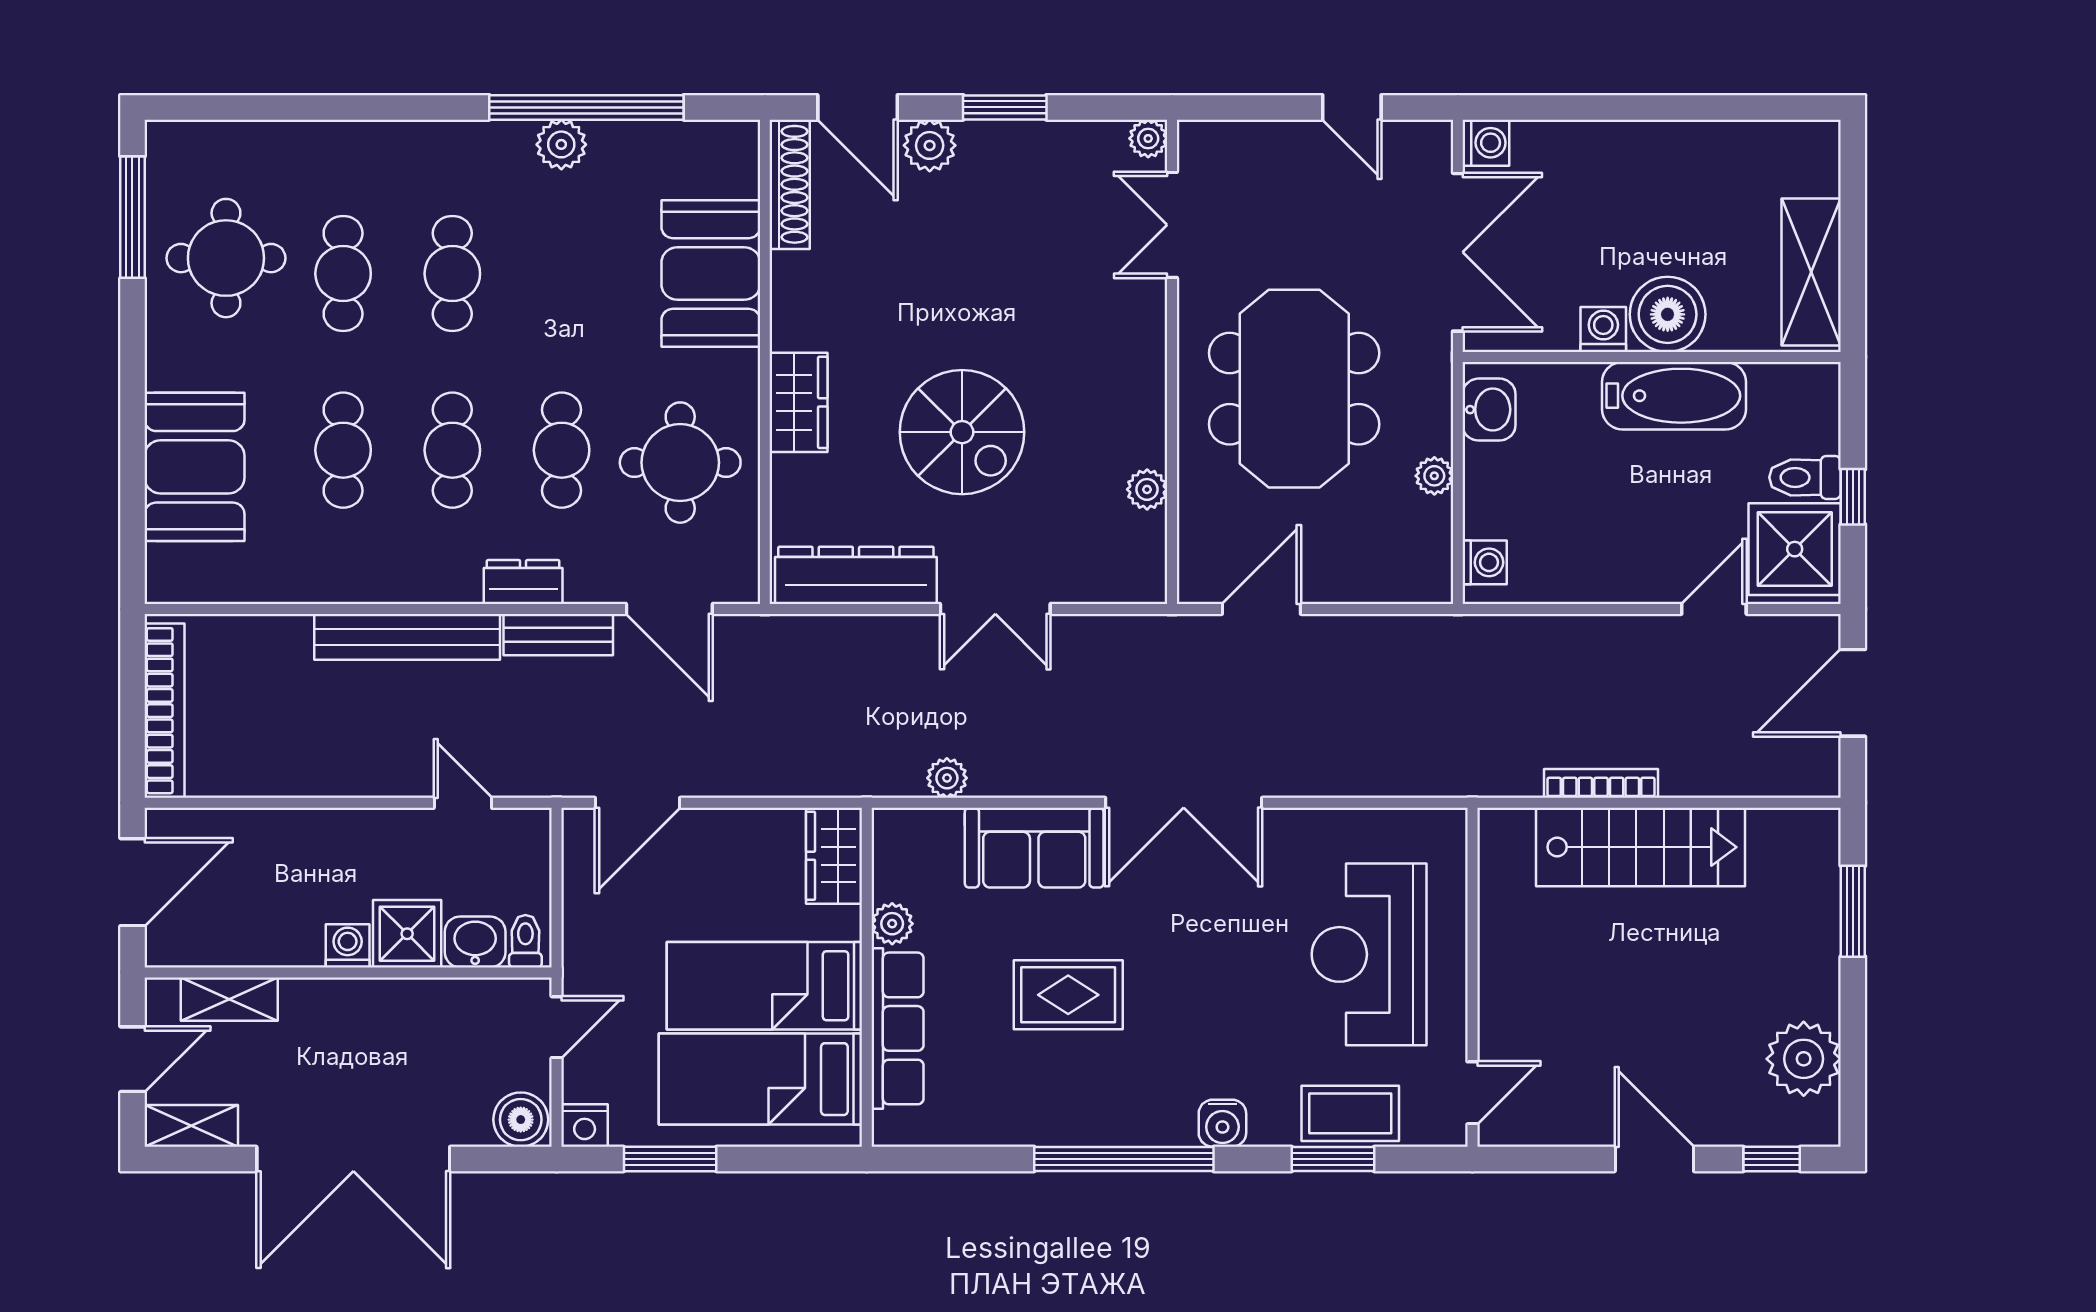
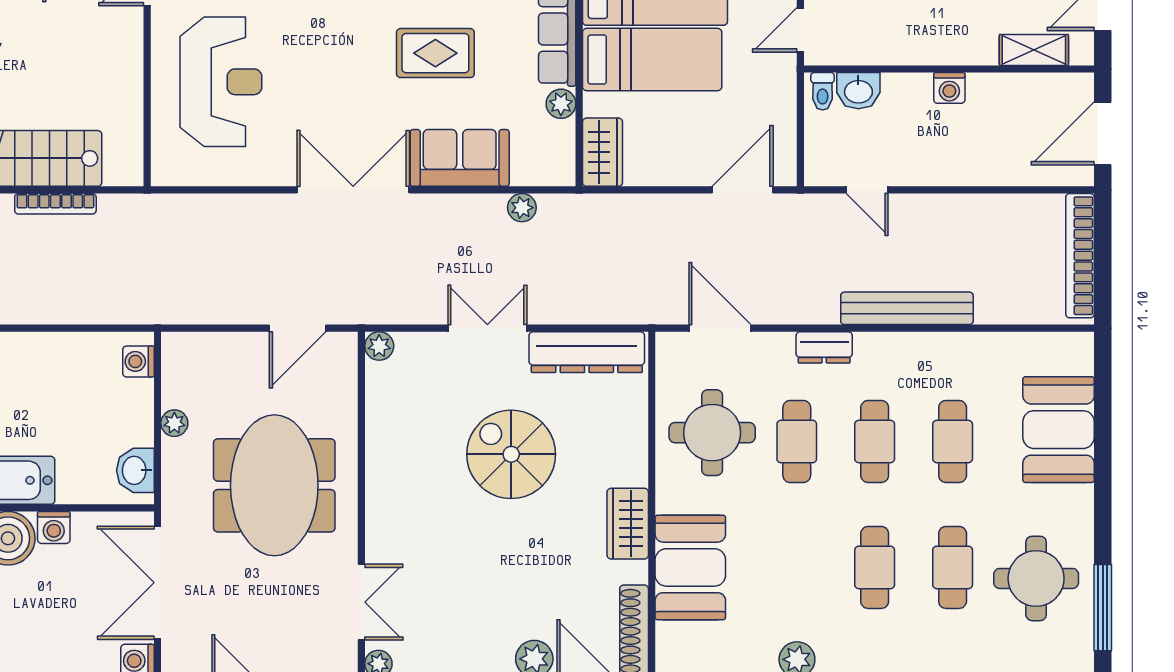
wardrobe: (799, 402) -> (628, 524), moved
plant: (1147, 489) -> (379, 346), moved
bench: (558, 635) -> (799, 310), removed
shower: (407, 934) -> (907, 97), removed

